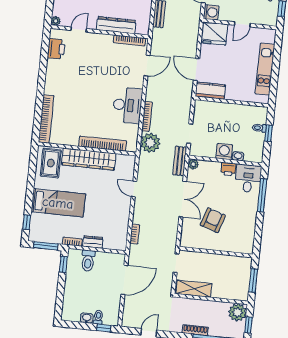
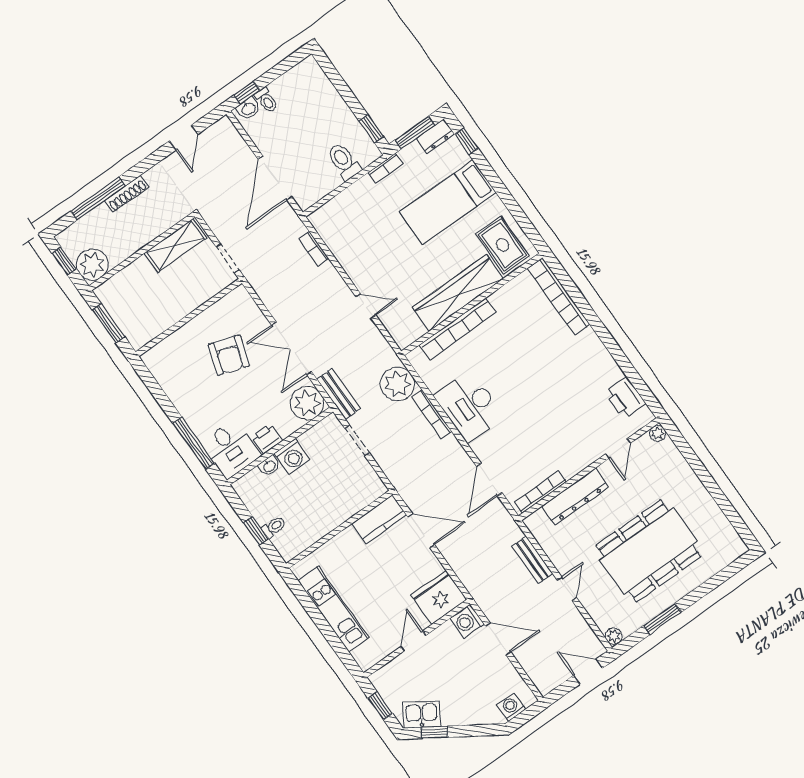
plant: (193, 164) -> (307, 403), width x1.87, depth x1.87
dresser: (93, 242) -> (435, 136), moved
washbasin: (87, 318) -> (248, 109), moved

